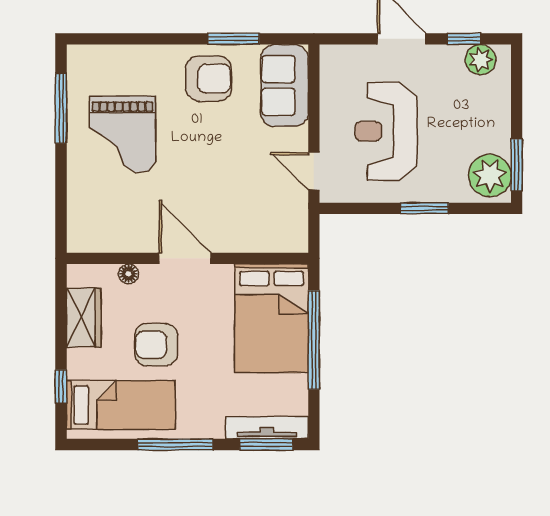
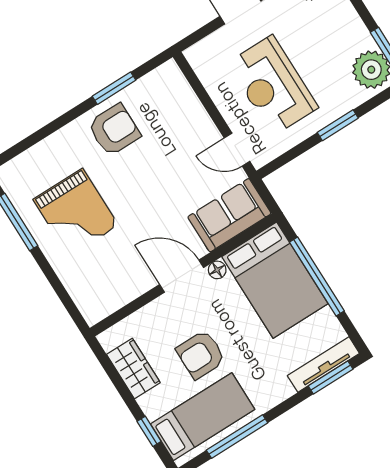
sofa: (285, 85) -> (229, 215), moved, turned 90
floor lamp: (128, 274) -> (217, 270), moved
window: (175, 445) -> (237, 436), moved

